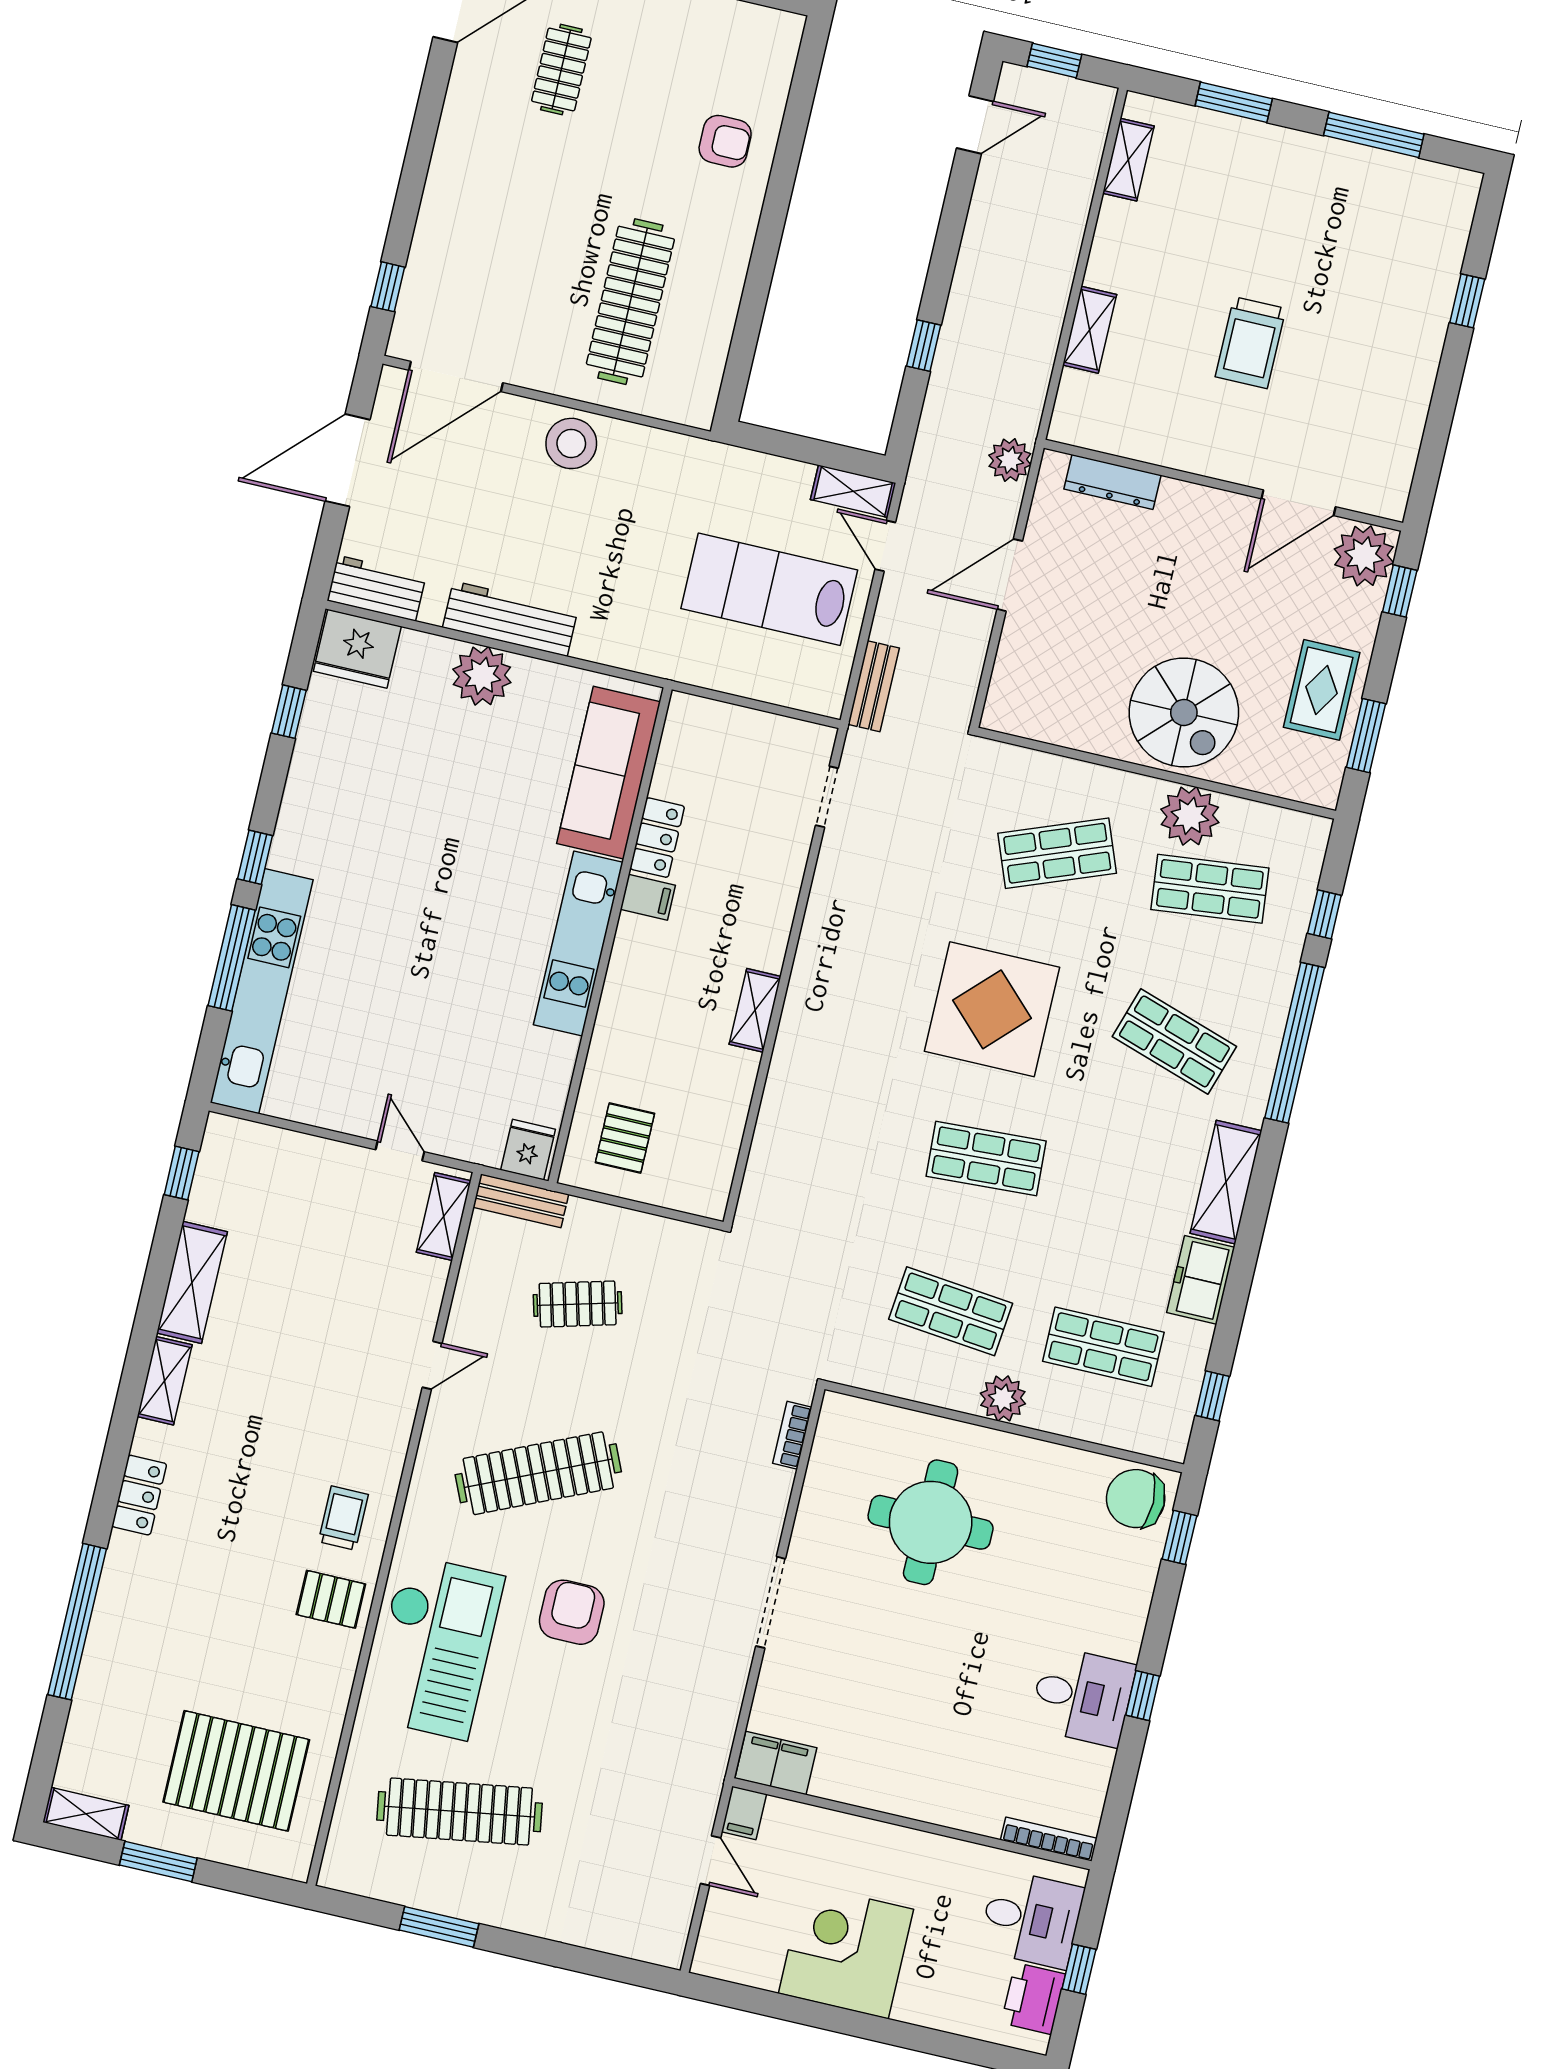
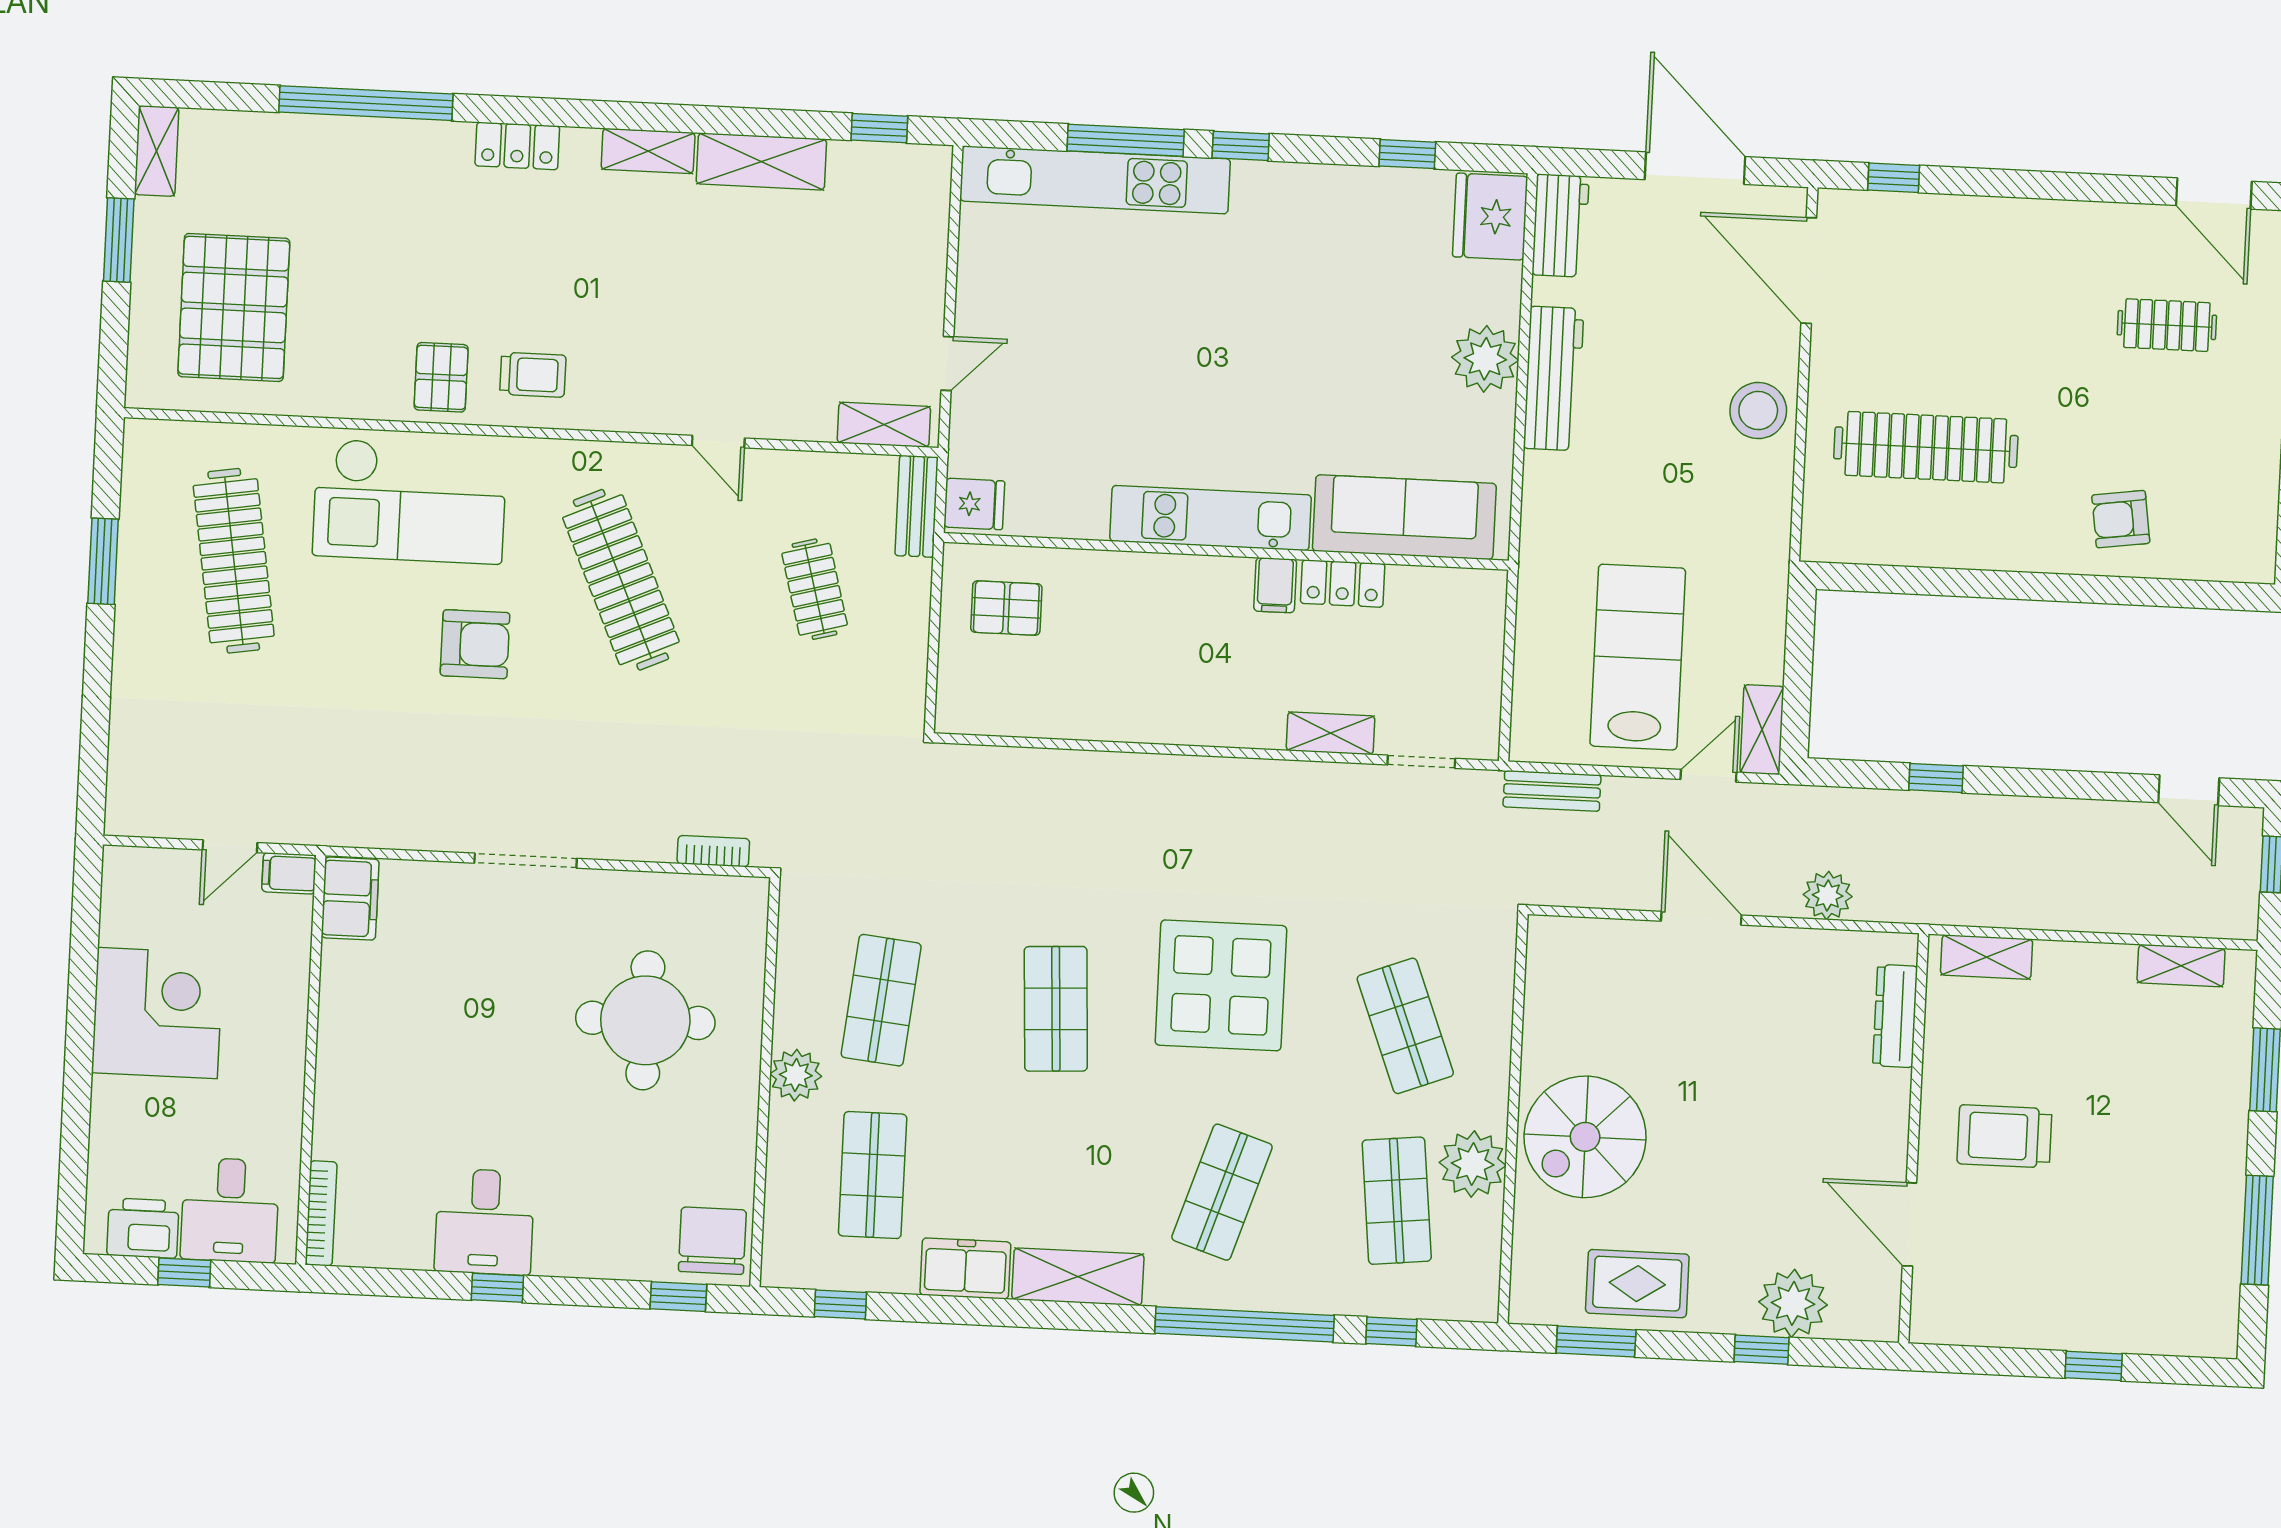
armchair: (725, 141) -> (2121, 519), turned 82
dresser: (1112, 482) -> (1895, 1016), moved
wall: (1223, 485) -> (1914, 1138), moved
door: (1299, 503) -> (1909, 1224), moved
shelving: (755, 1010) -> (1331, 733), moved

